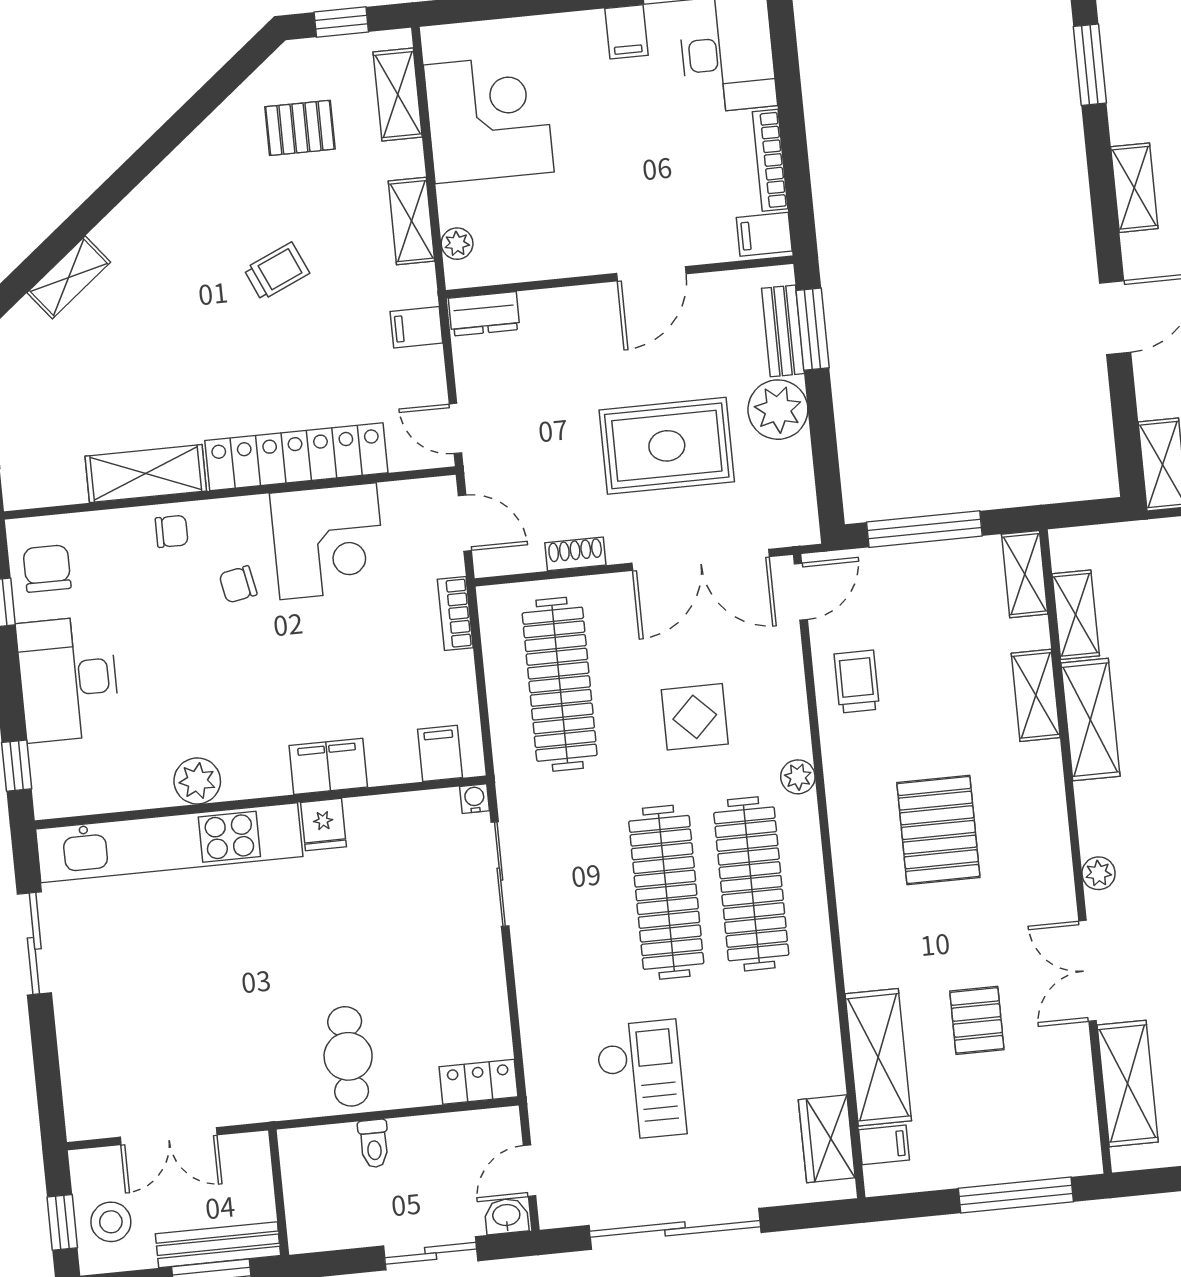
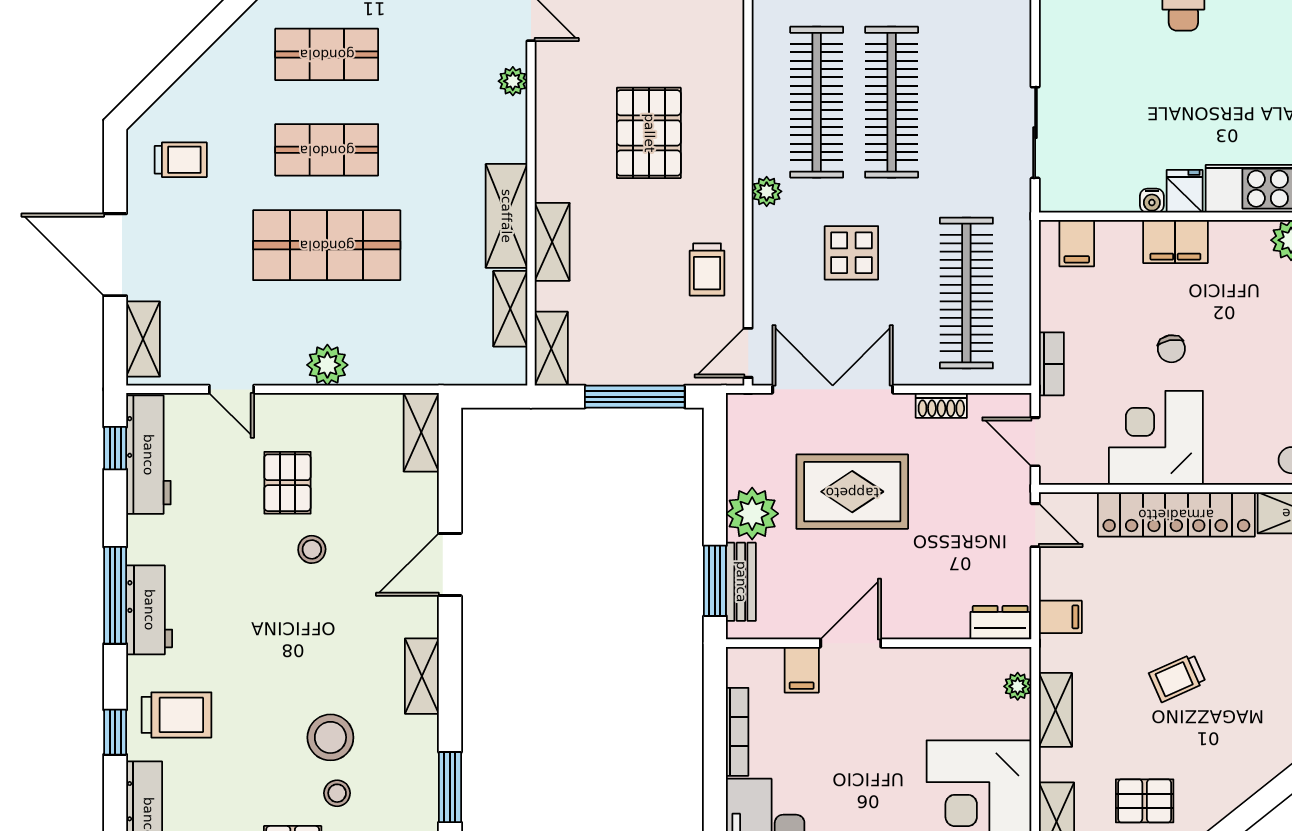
filing cabinet: (764, 234) -> (802, 670), moved, turned 90
chair: (238, 584) -> (1171, 349), moved, turned 91
water cooler: (474, 799) -> (1152, 201), moved

